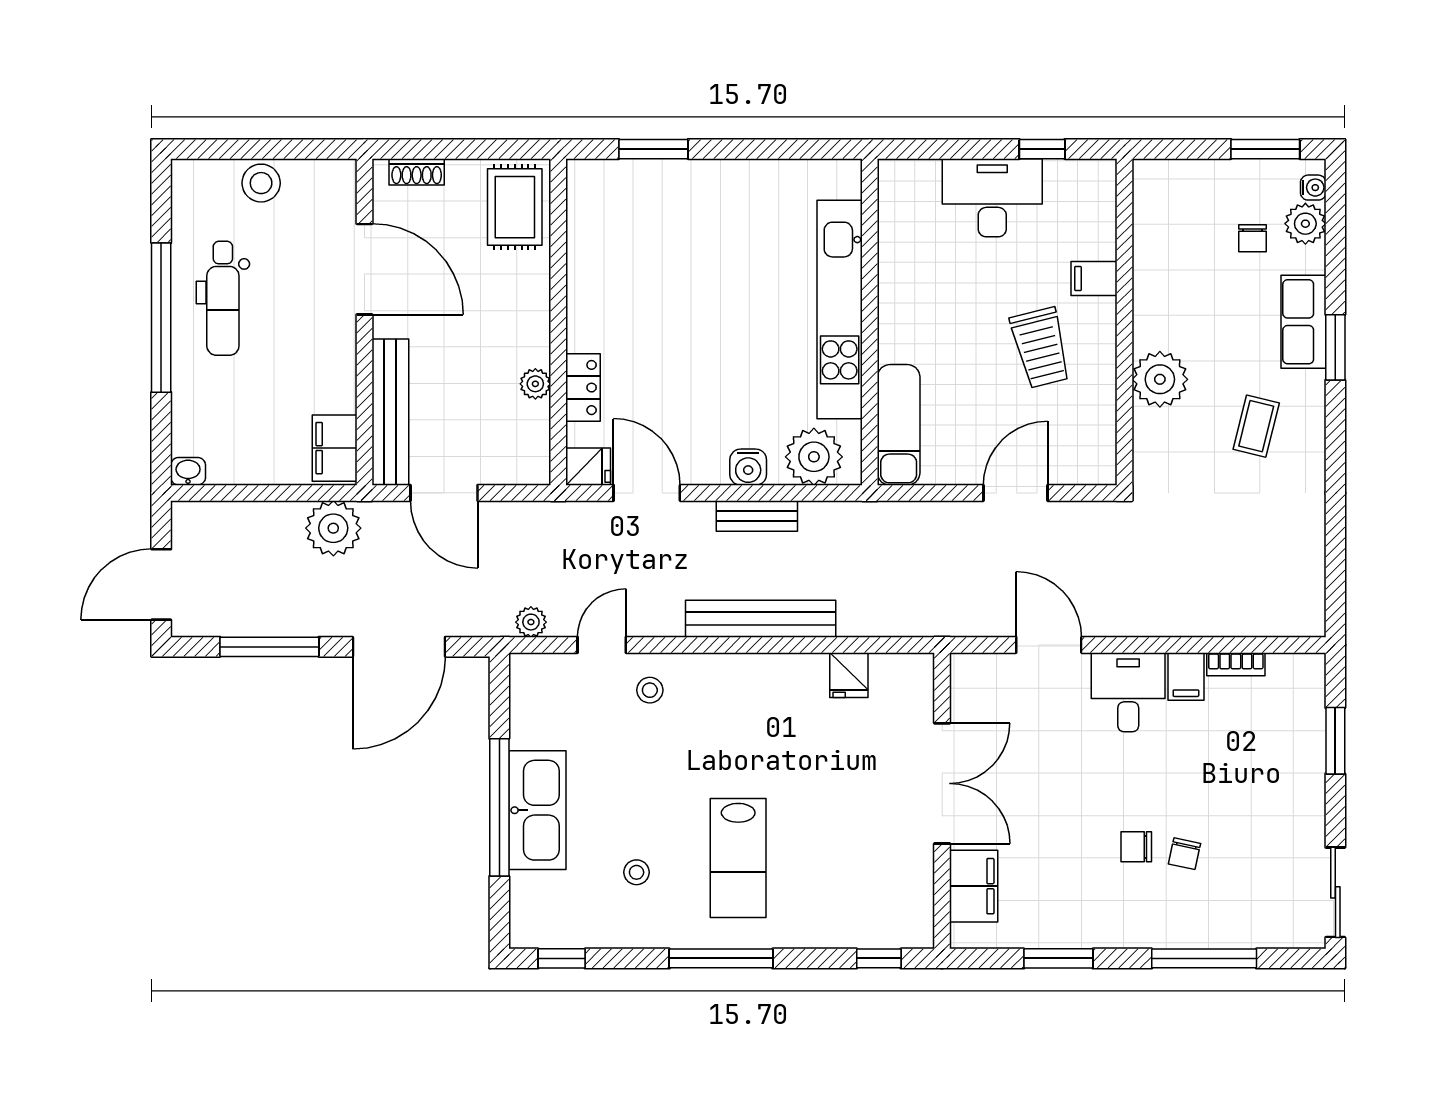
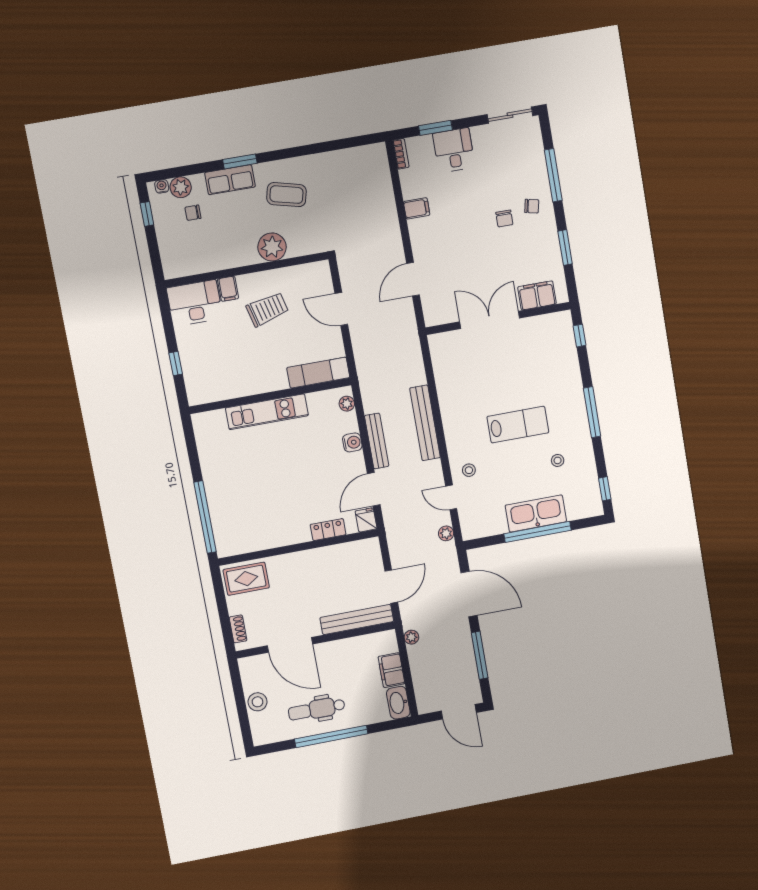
window: (653, 149) -> (205, 517), width x2.11
window: (1042, 149) -> (176, 364), moved
window: (1265, 149) -> (147, 214), width x0.67
desk: (992, 198) -> (195, 303), moved, turned 90
chair: (1252, 238) -> (193, 213), turned 180
door: (364, 269) -> (290, 645), swing flipped
dental chair: (223, 298) -> (317, 709), turned 180
kitchen unit: (840, 310) -> (267, 412), width x0.73
plant: (535, 384) -> (330, 553), removed
coffee table: (1256, 426) -> (286, 195), width x1.36, depth x1.30
filing cabinet: (335, 448) -> (391, 670), moved, turned 90
plant: (814, 457) -> (347, 404), width x0.53, depth x0.53
washbasin: (188, 471) -> (398, 703), width x1.91, depth x1.45
bench: (757, 516) -> (377, 441), width x1.36
plant: (333, 528) -> (411, 637), width x0.53, depth x0.53
bookcase: (1236, 664) -> (401, 154), moved
fridge: (849, 675) -> (445, 375), removed
desk: (1128, 692) -> (454, 150), moved, turned 90
chair: (1184, 854) -> (532, 206), moved
lab bench: (738, 858) -> (518, 425), moved

